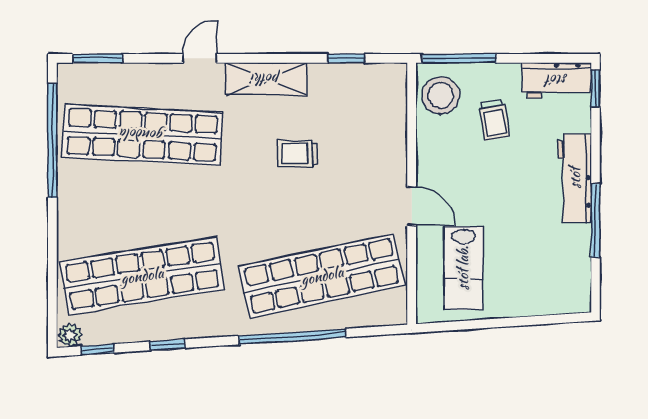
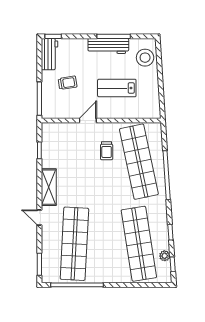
stool: (441, 95) -> (145, 58), moved
trolley: (298, 154) -> (107, 151), moved
workbench: (575, 178) -> (108, 46), moved
door: (412, 206) -> (88, 121), moved
lab bench: (463, 268) -> (117, 88), moved, turned 180
plant: (70, 335) -> (165, 256), moved

